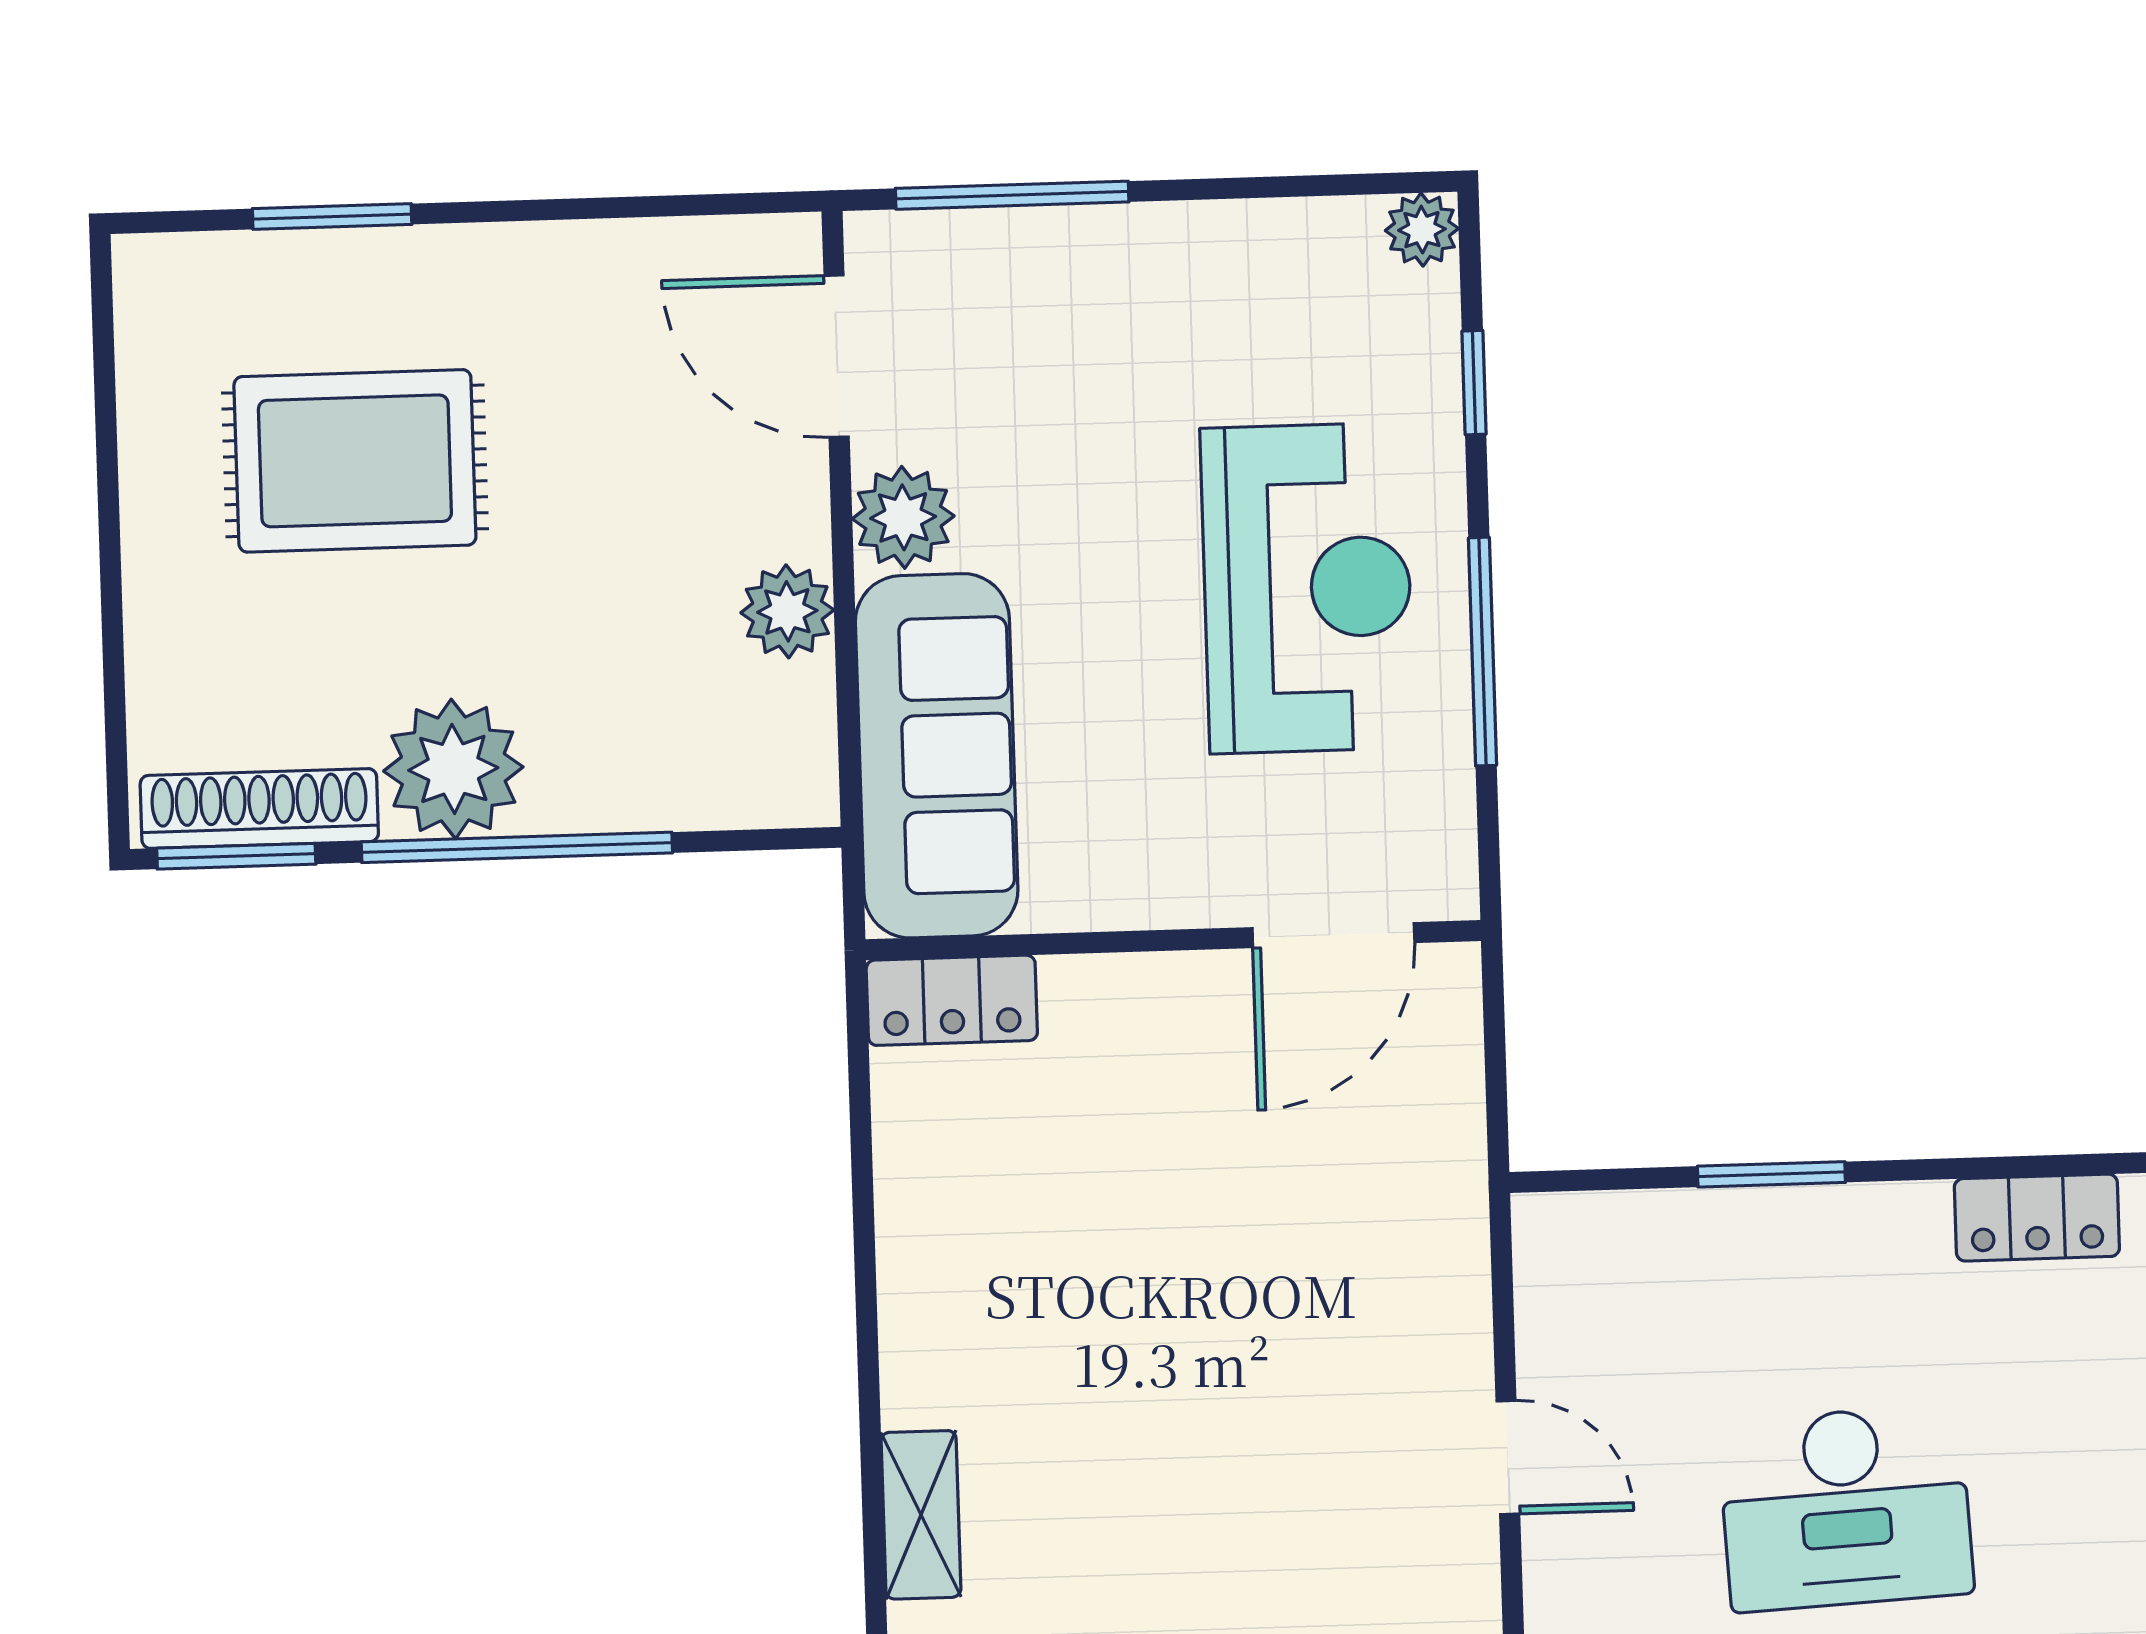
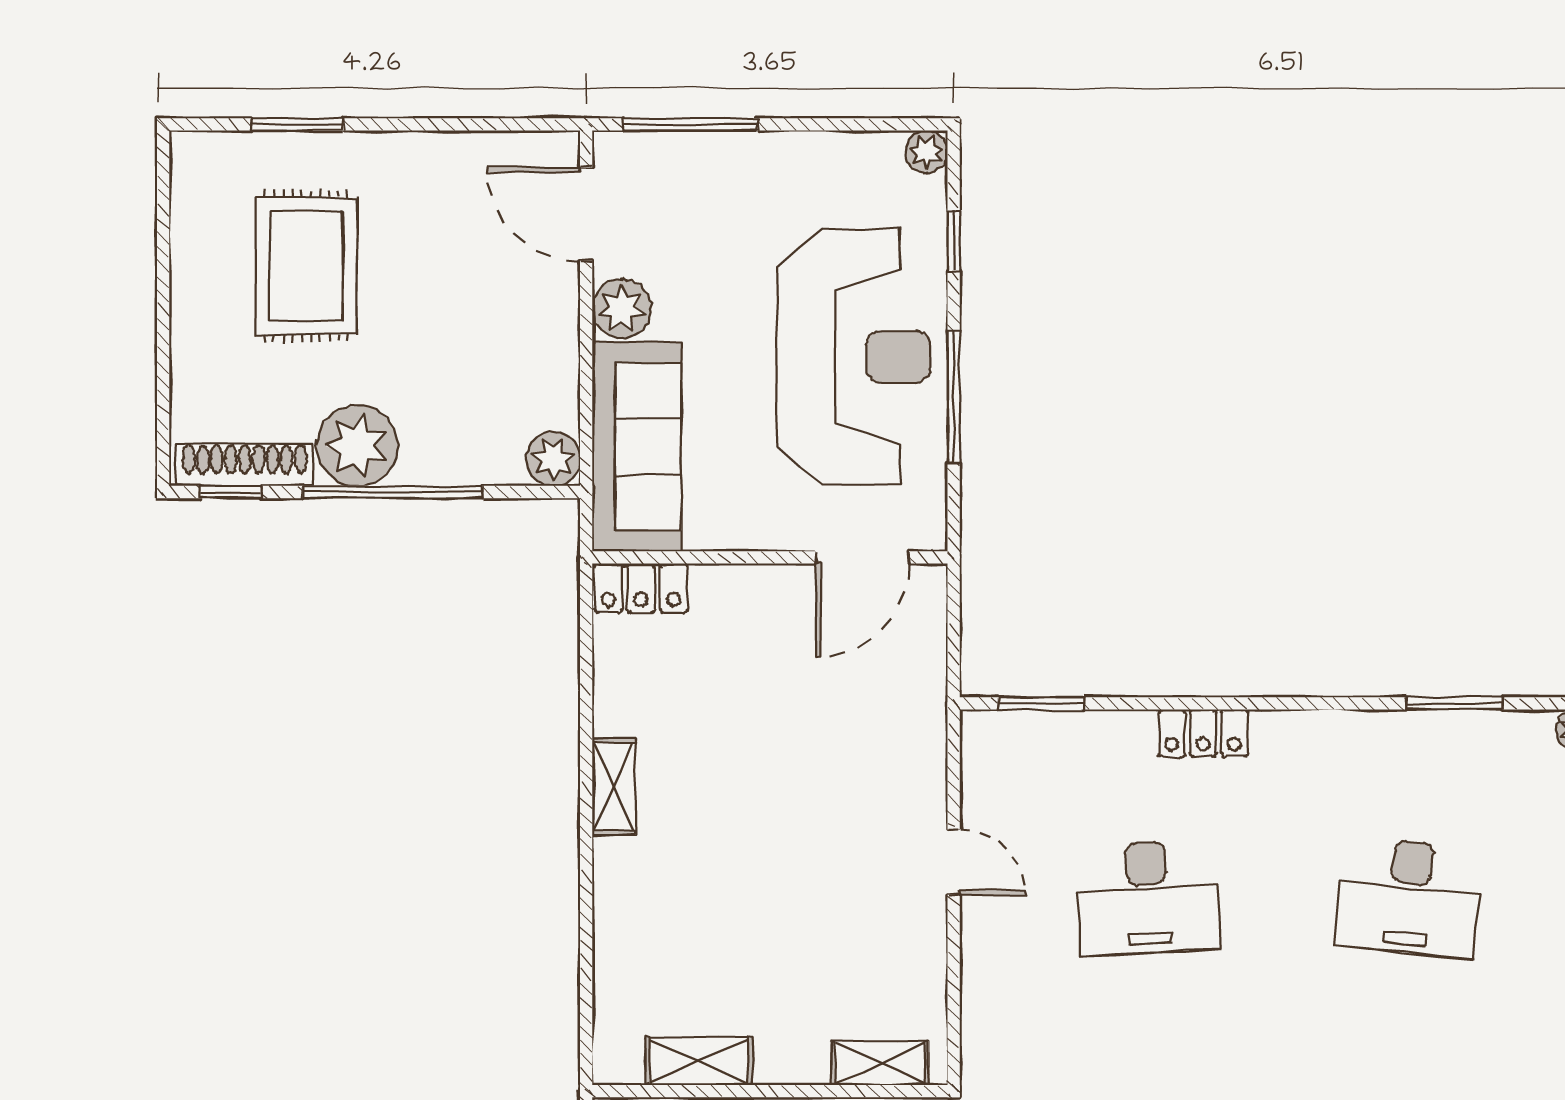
rug: (355, 461) -> (306, 266), turned 90
reception desk: (1307, 588) -> (854, 357), width x1.36, depth x1.30
plant: (787, 611) -> (553, 459), moved
window: (236, 856) -> (231, 492), width x0.67
window: (1771, 1174) -> (1041, 703), moved
locker: (2037, 1218) -> (1203, 733), moved
shelving: (921, 1515) -> (614, 787), moved

